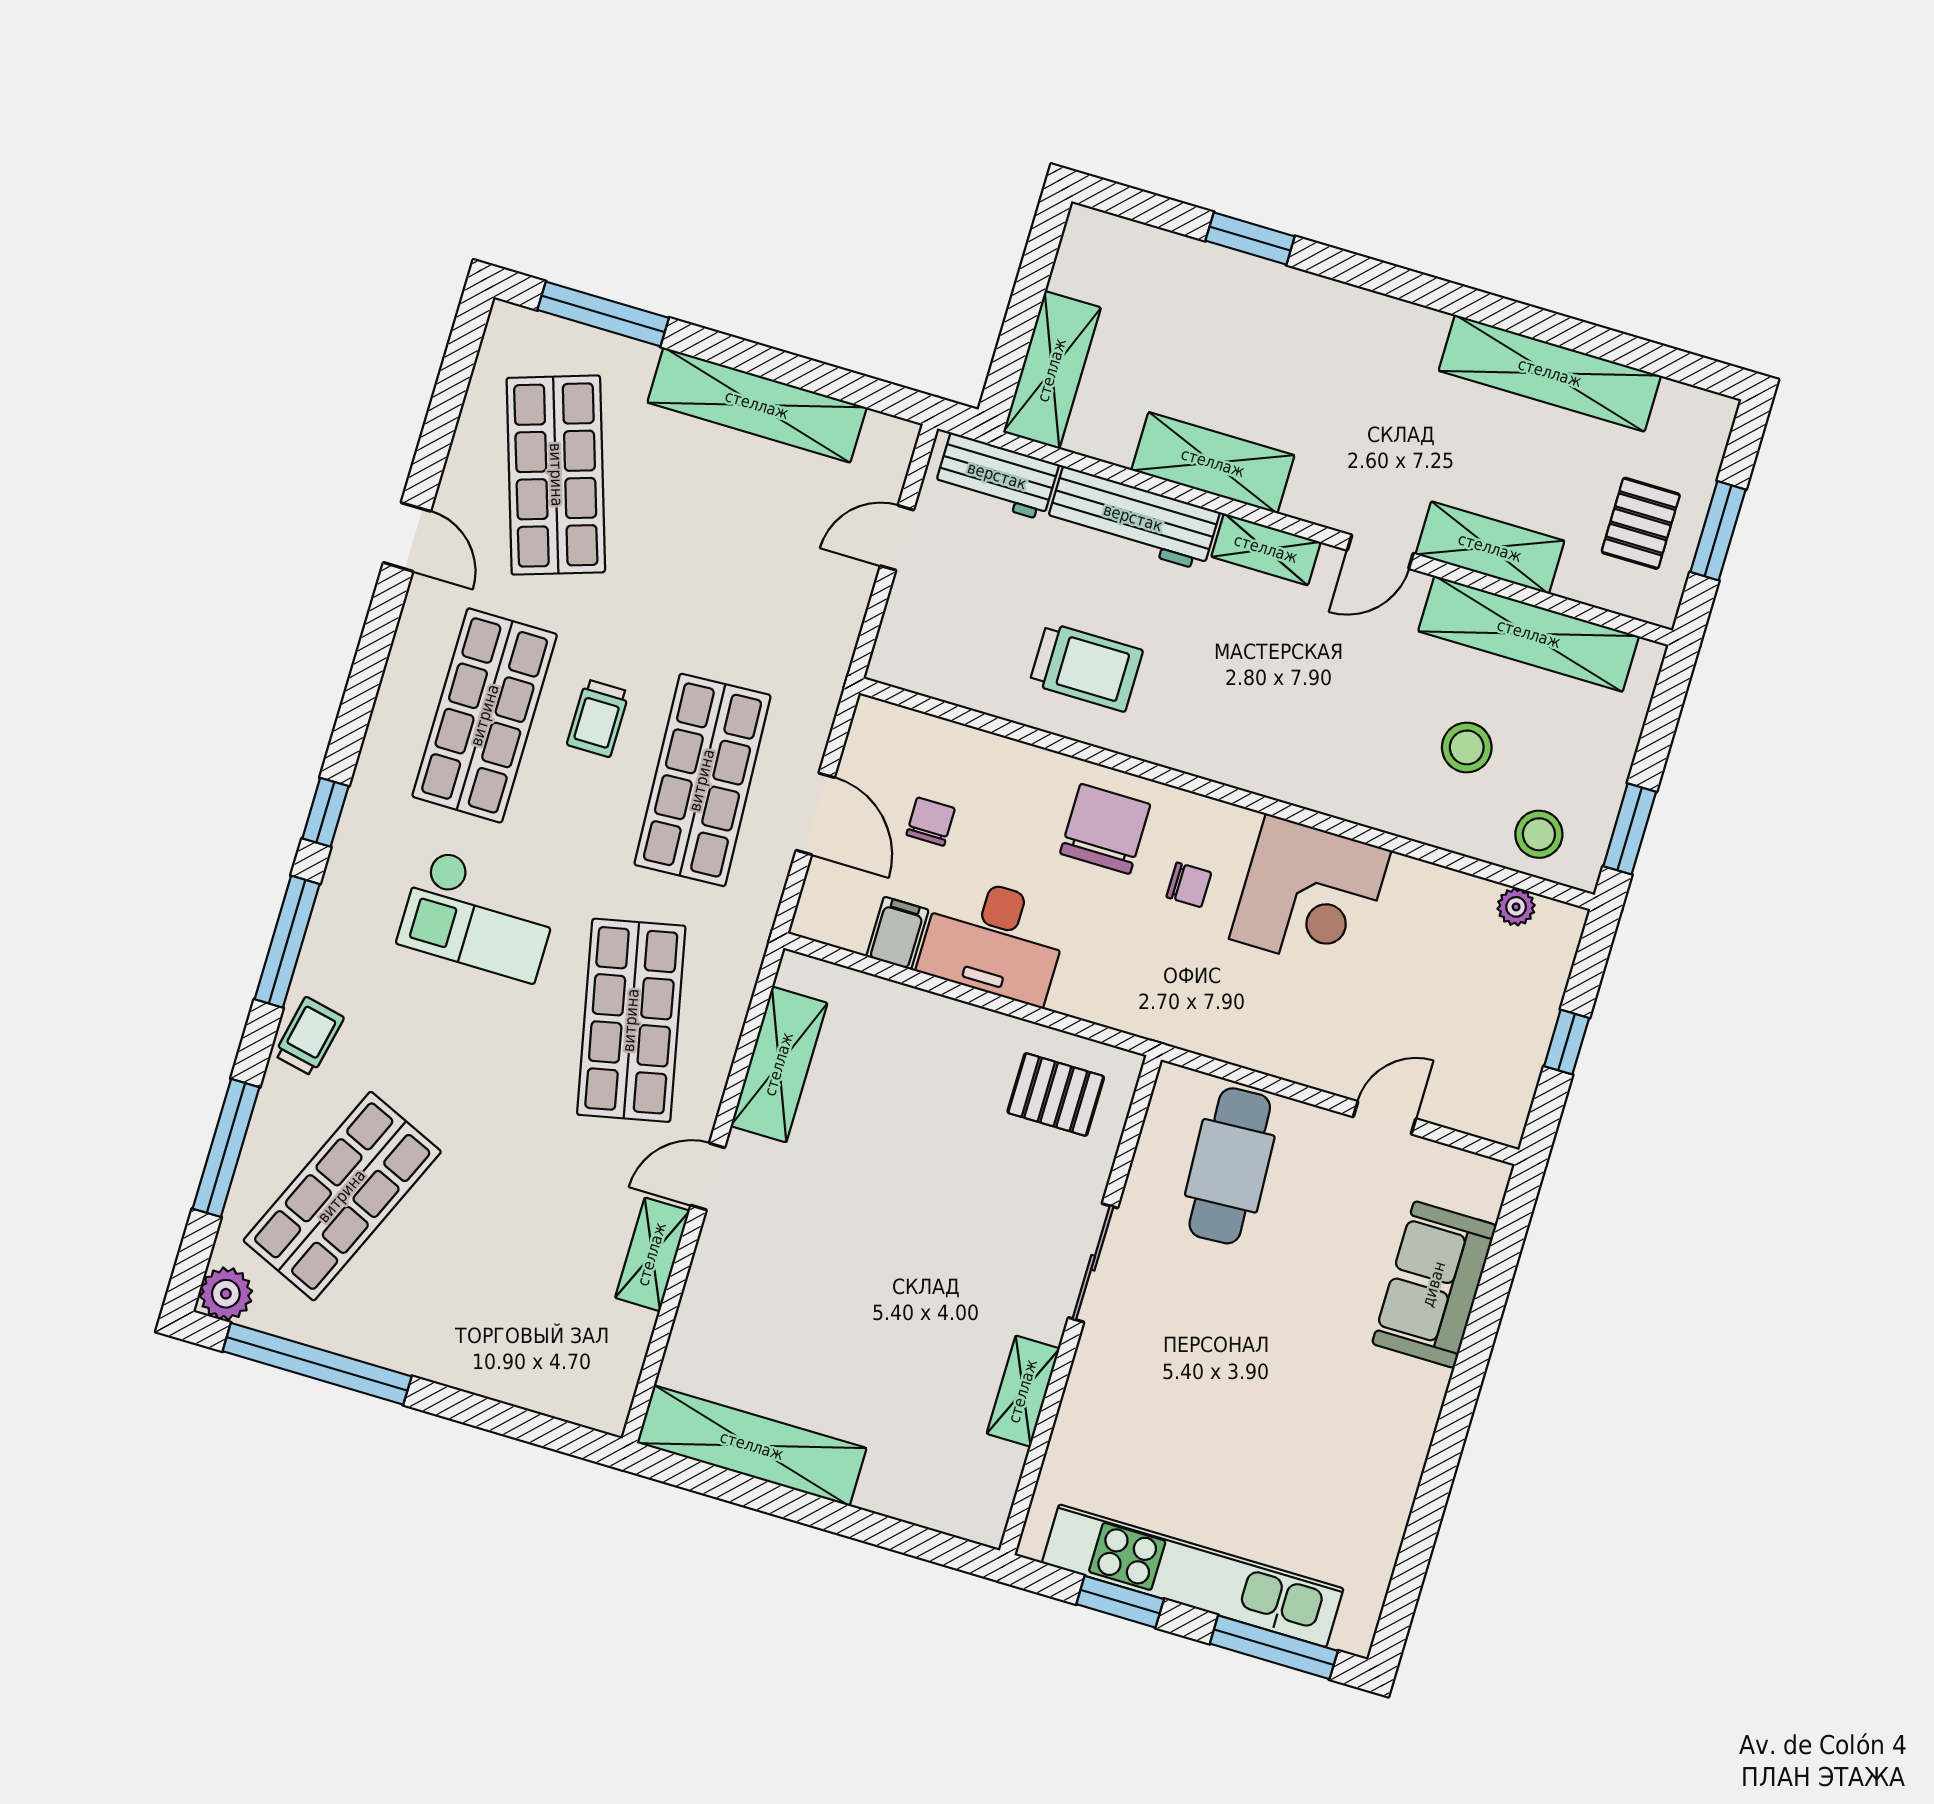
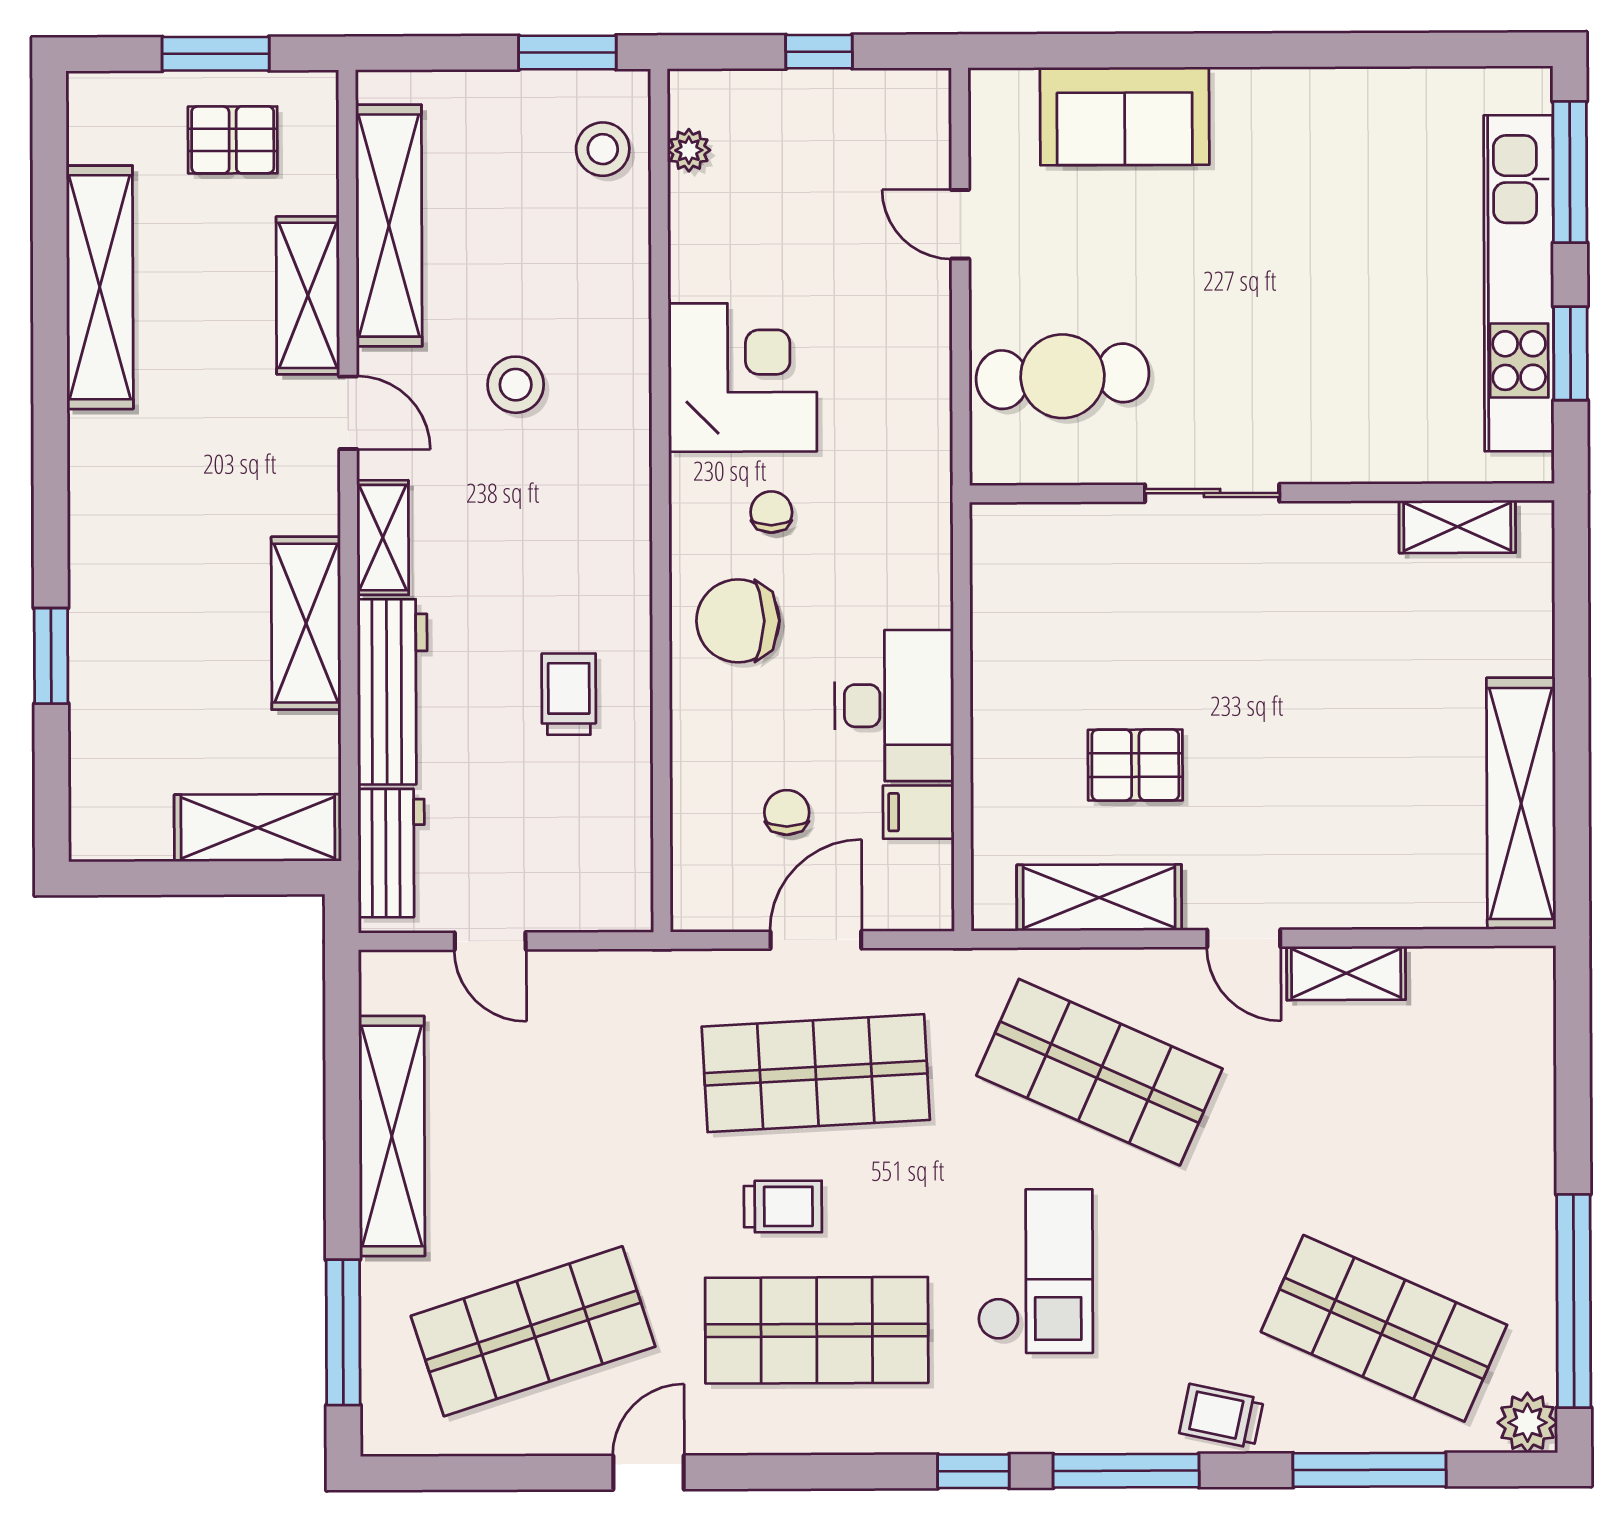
trolley: (1086, 667) -> (569, 694), width x0.73, depth x0.72
stool: (1467, 747) -> (516, 385), moved
chair: (931, 822) -> (787, 812), turned 90
shop shelf: (631, 1020) -> (1099, 1072), turned 36
pallet: (1056, 1095) -> (1135, 765), moved, turned 90
shelving: (1023, 1391) -> (1457, 527), moved

